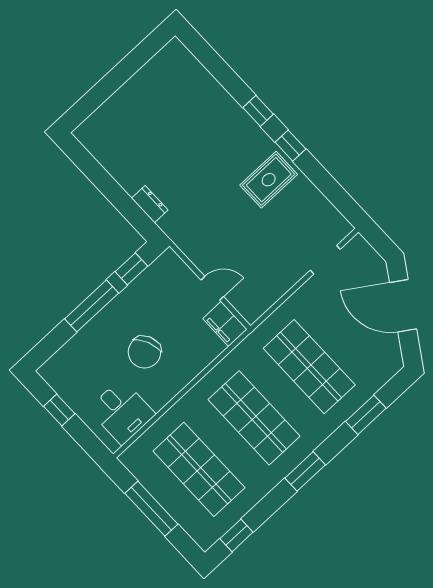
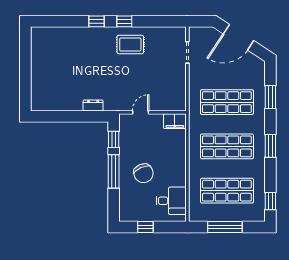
rug: (269, 180) -> (130, 44), turned 90
door: (212, 288) -> (141, 112), moved
chair: (144, 352) -> (143, 173), moved

